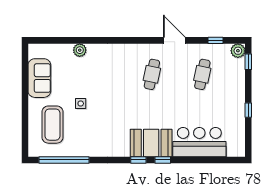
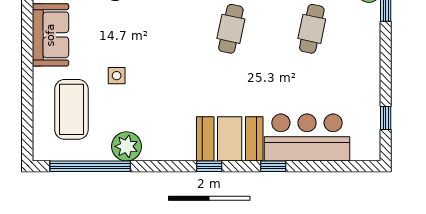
window: (248, 110) -> (386, 118), moved
plant: (87, 148) -> (126, 146), added
window: (163, 160) -> (273, 166), moved

